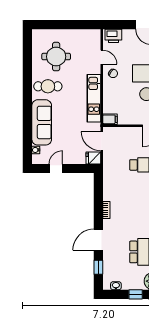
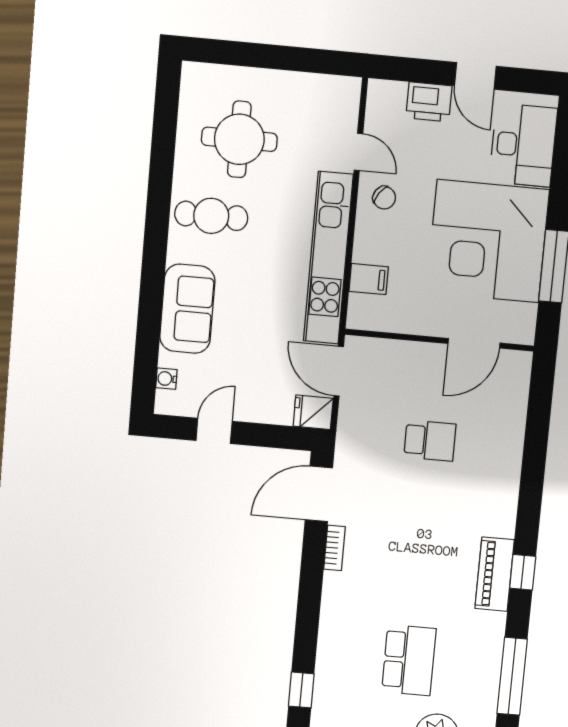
printer: (113, 36) -> (429, 102), moved
kitchen unit: (94, 98) -> (328, 258), width x1.36
filing cabinet: (110, 119) -> (369, 279), moved
sofa: (42, 122) -> (187, 309), width x0.73
door: (98, 240) -> (319, 494), moved

